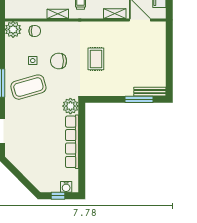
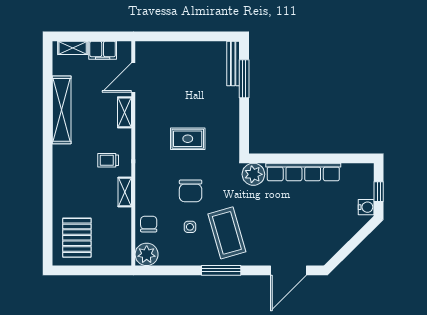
water cooler: (66, 187) -> (366, 207), moved

